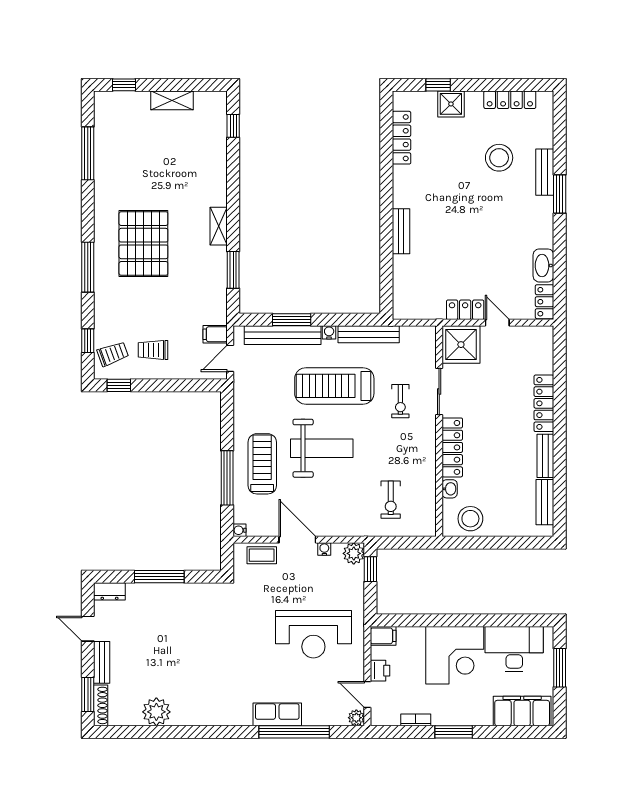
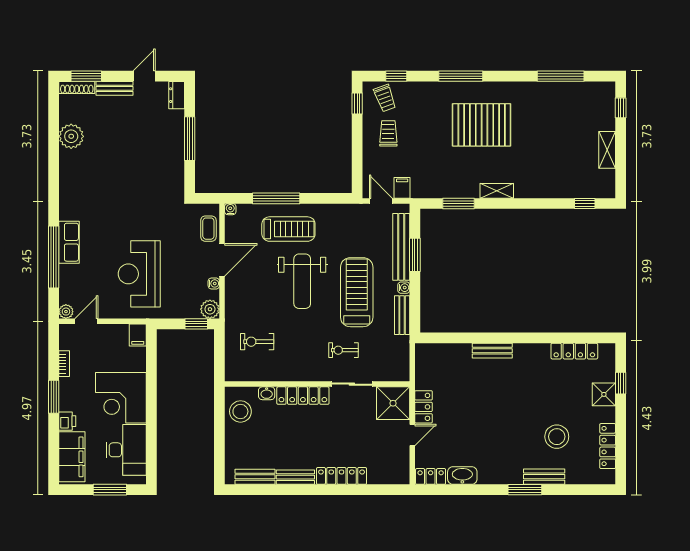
bench: (369, 334) -> (402, 315), width x0.73
printer: (380, 671) -> (67, 421), moved, turned -90

